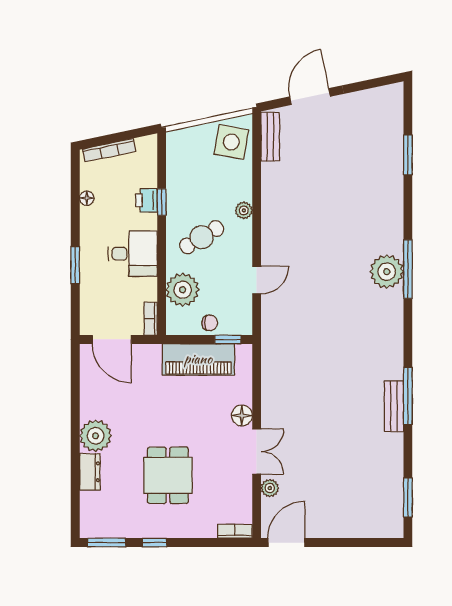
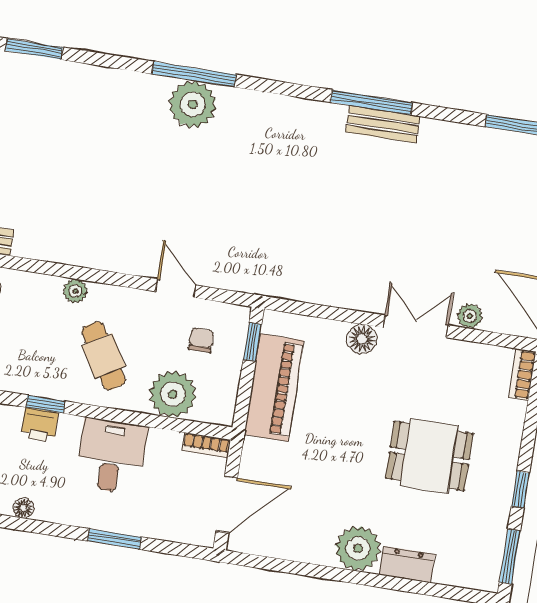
chair: (210, 323) -> (201, 340), moved

